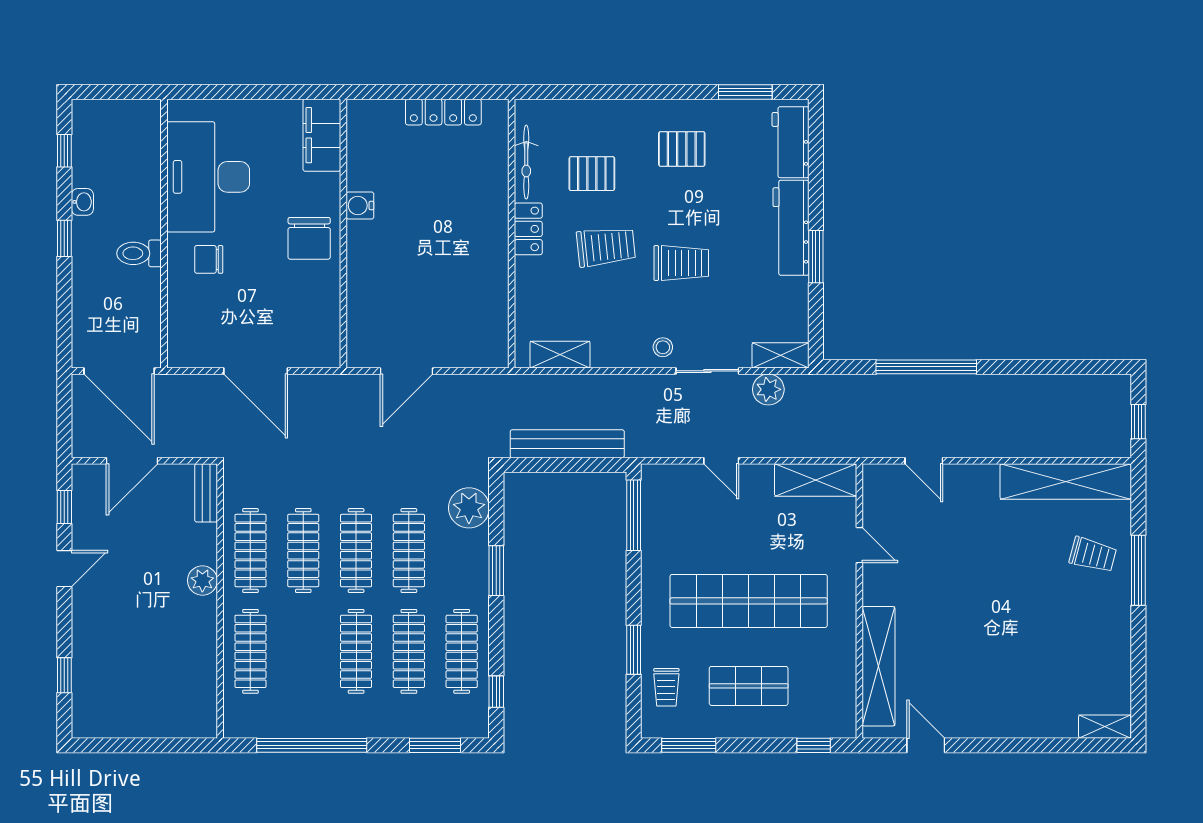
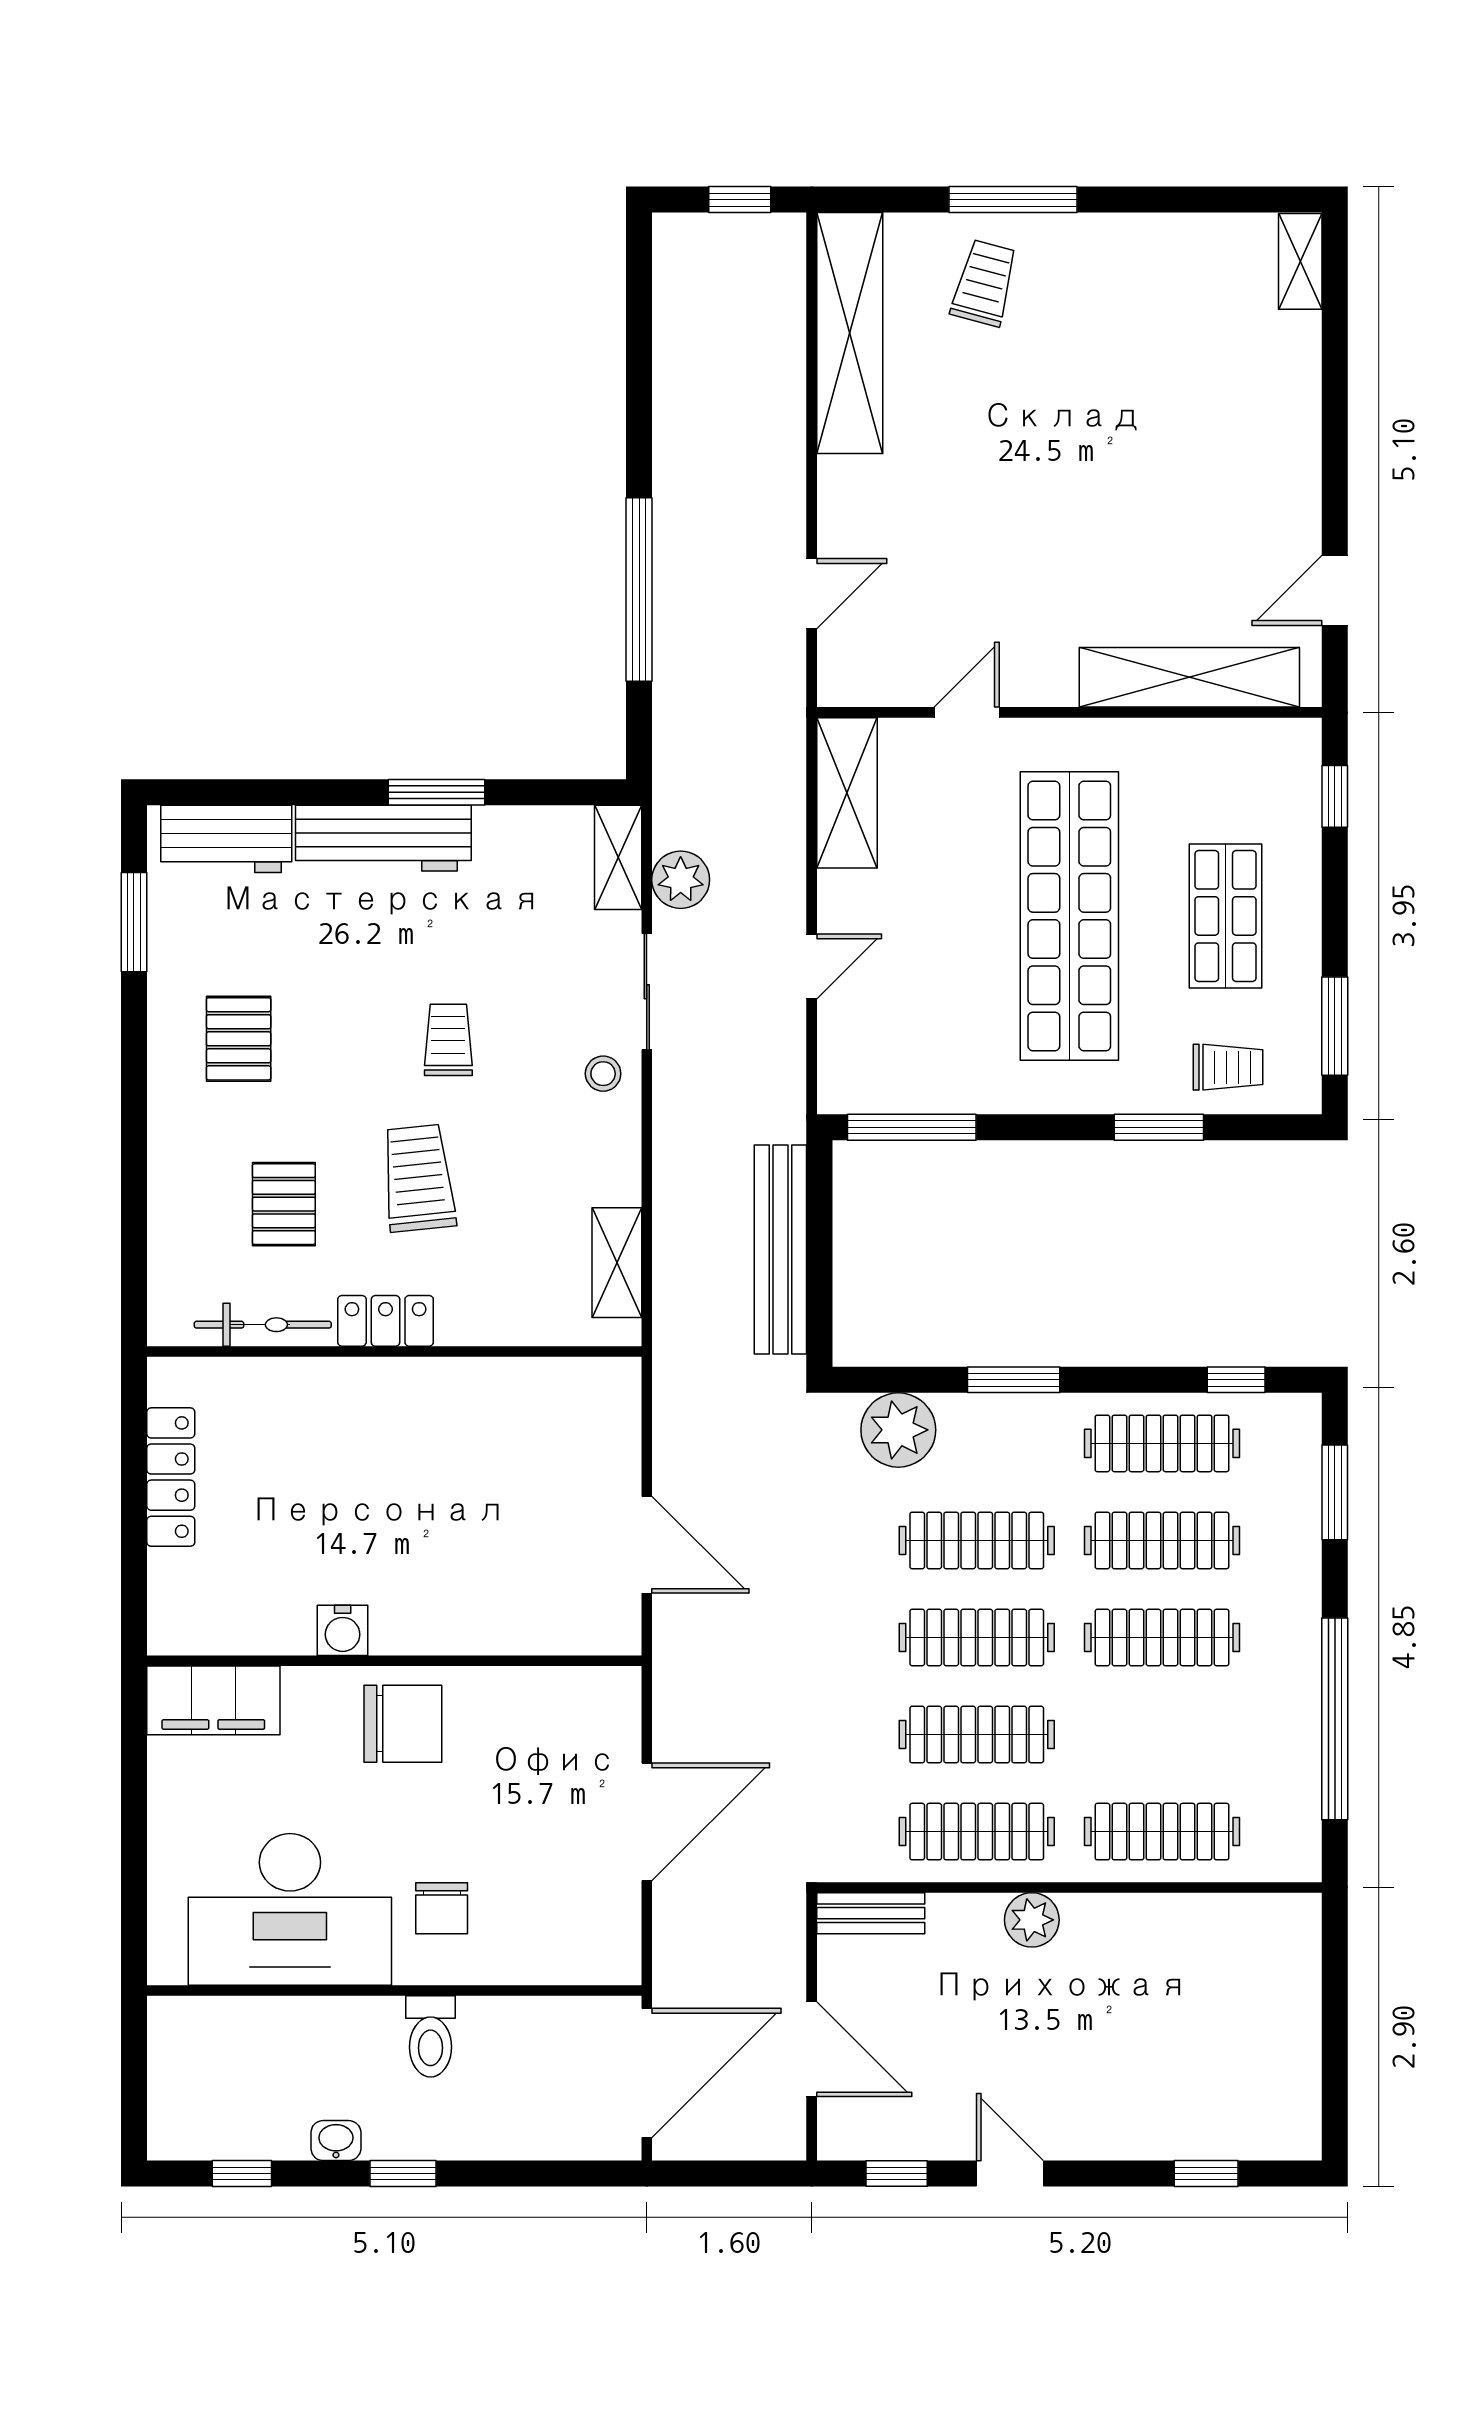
trolley: (681, 263) -> (448, 1040), width x0.73, depth x0.72

